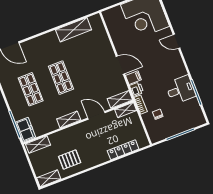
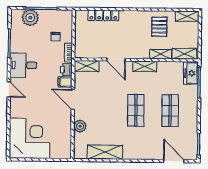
door: (176, 41) -> (9, 89), moved
plant: (105, 44) -> (80, 126), added
desk: (181, 90) -> (23, 65), moved
shelving: (126, 110) -> (161, 54), moved
plant: (187, 122) -> (30, 18), added
pallet: (70, 160) -> (159, 27), turned 90

